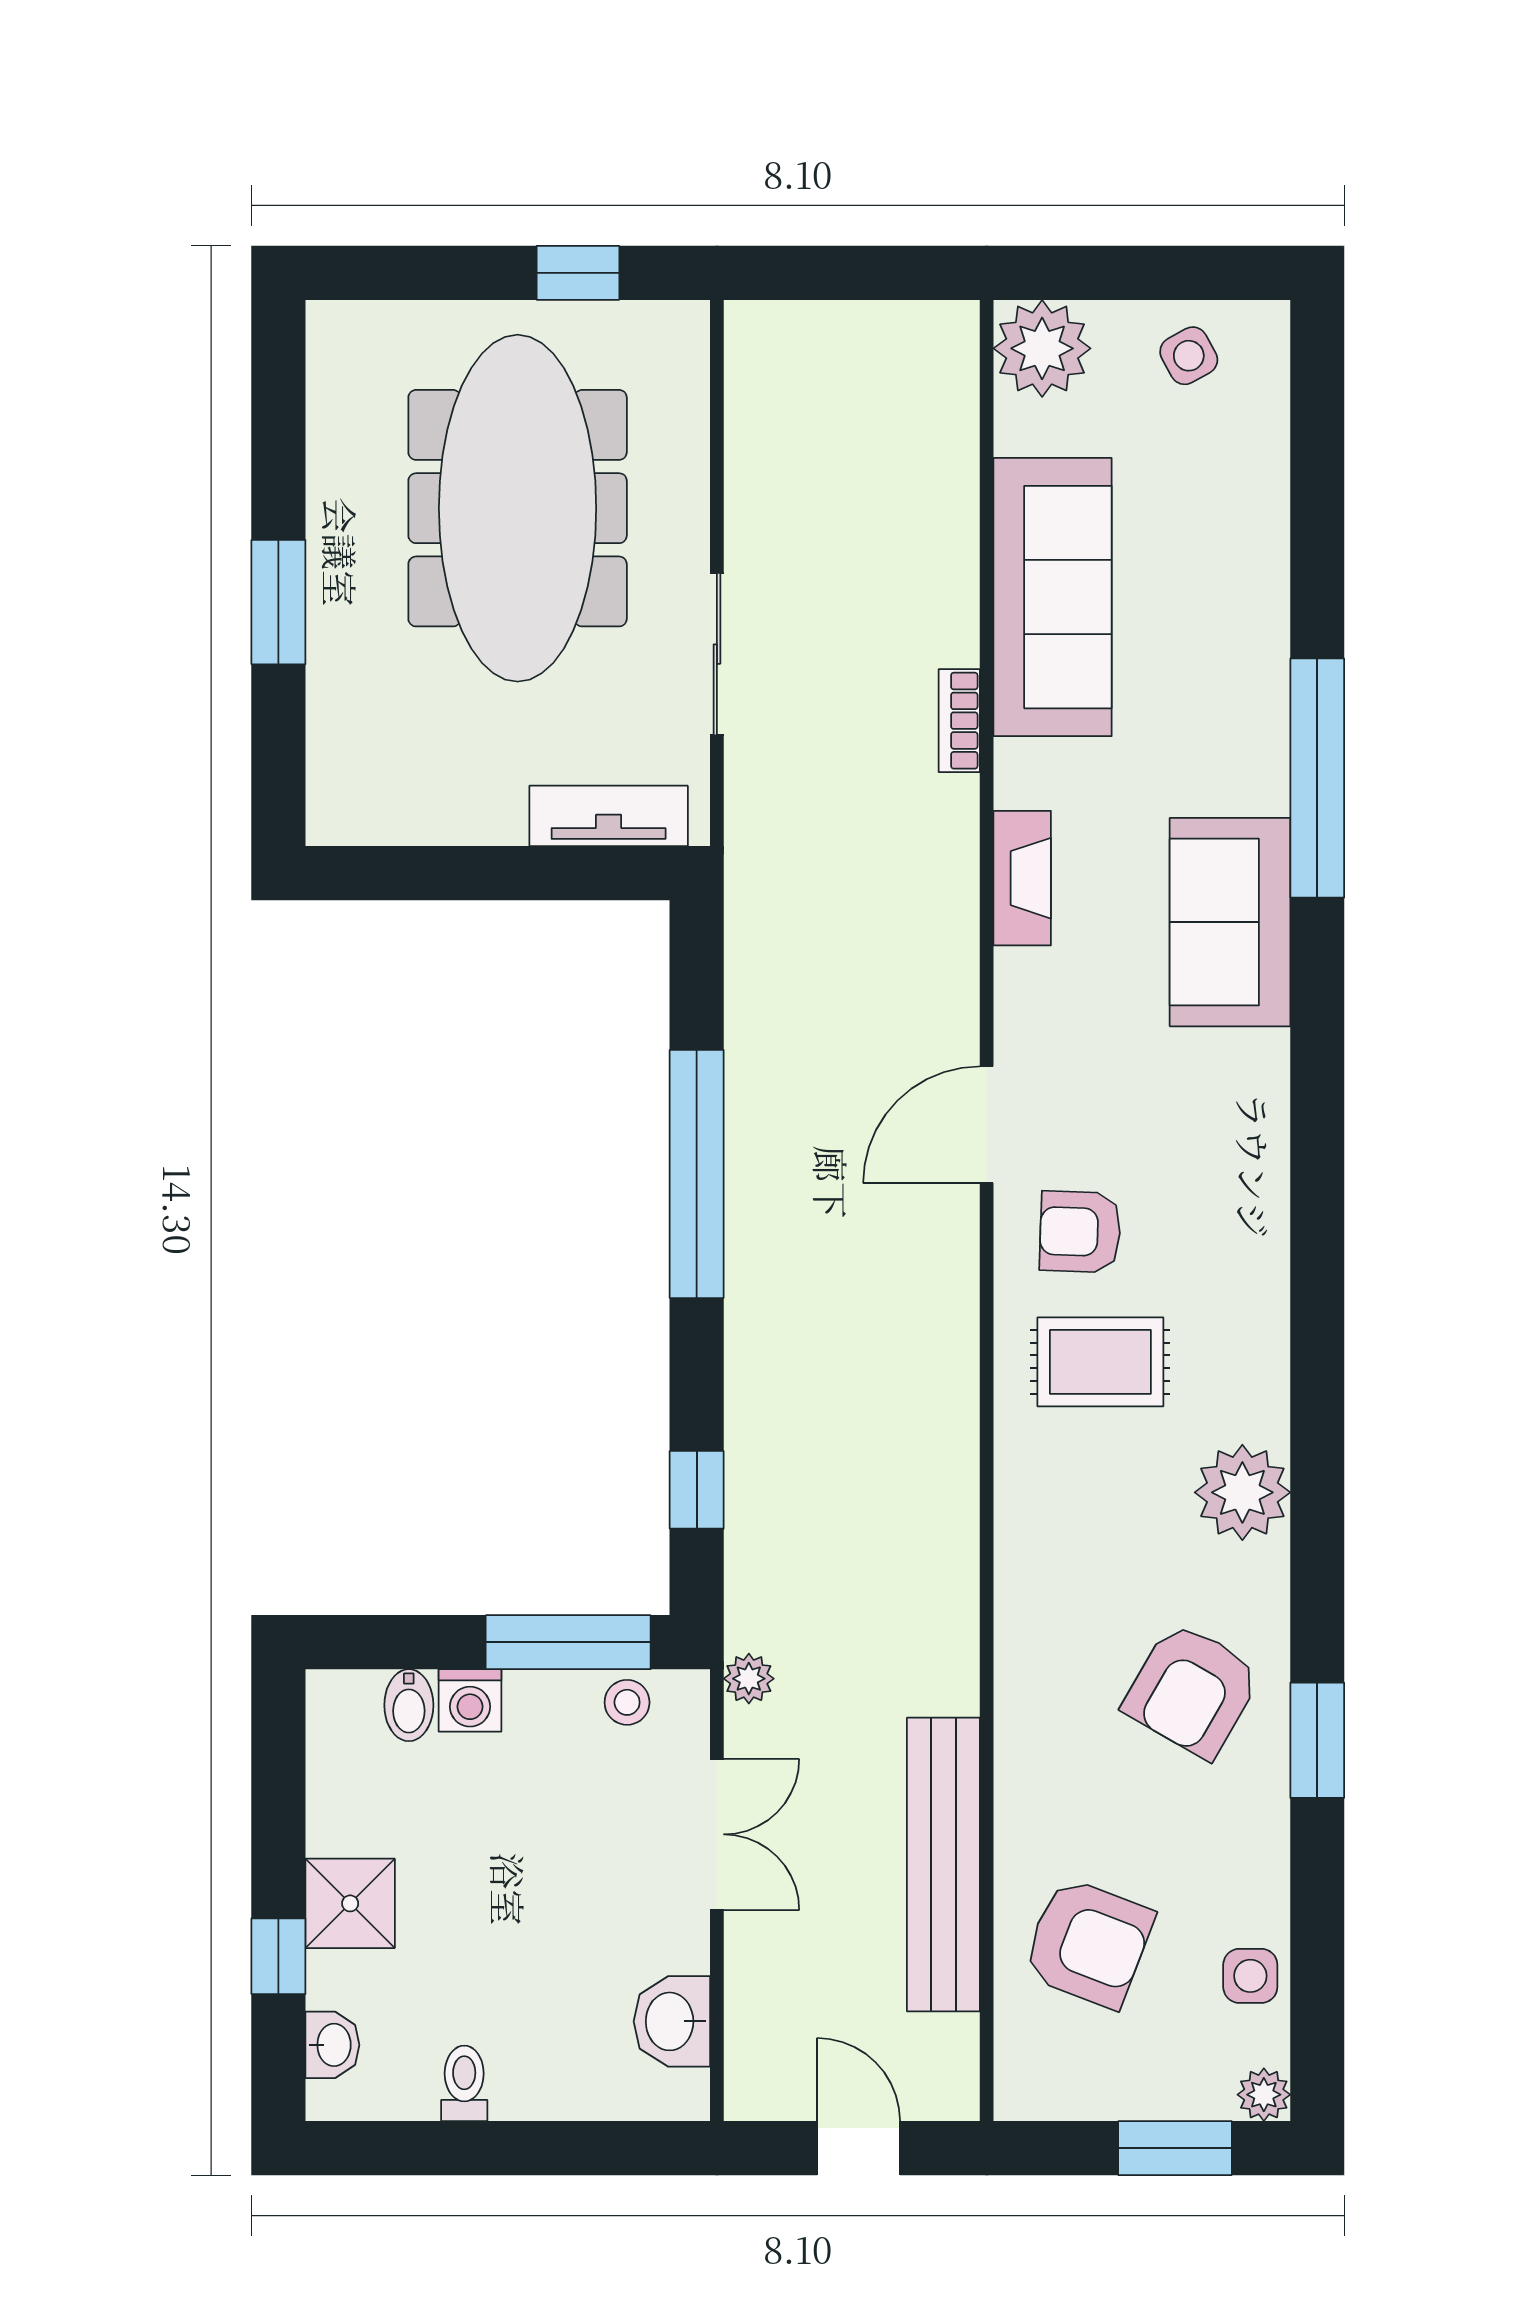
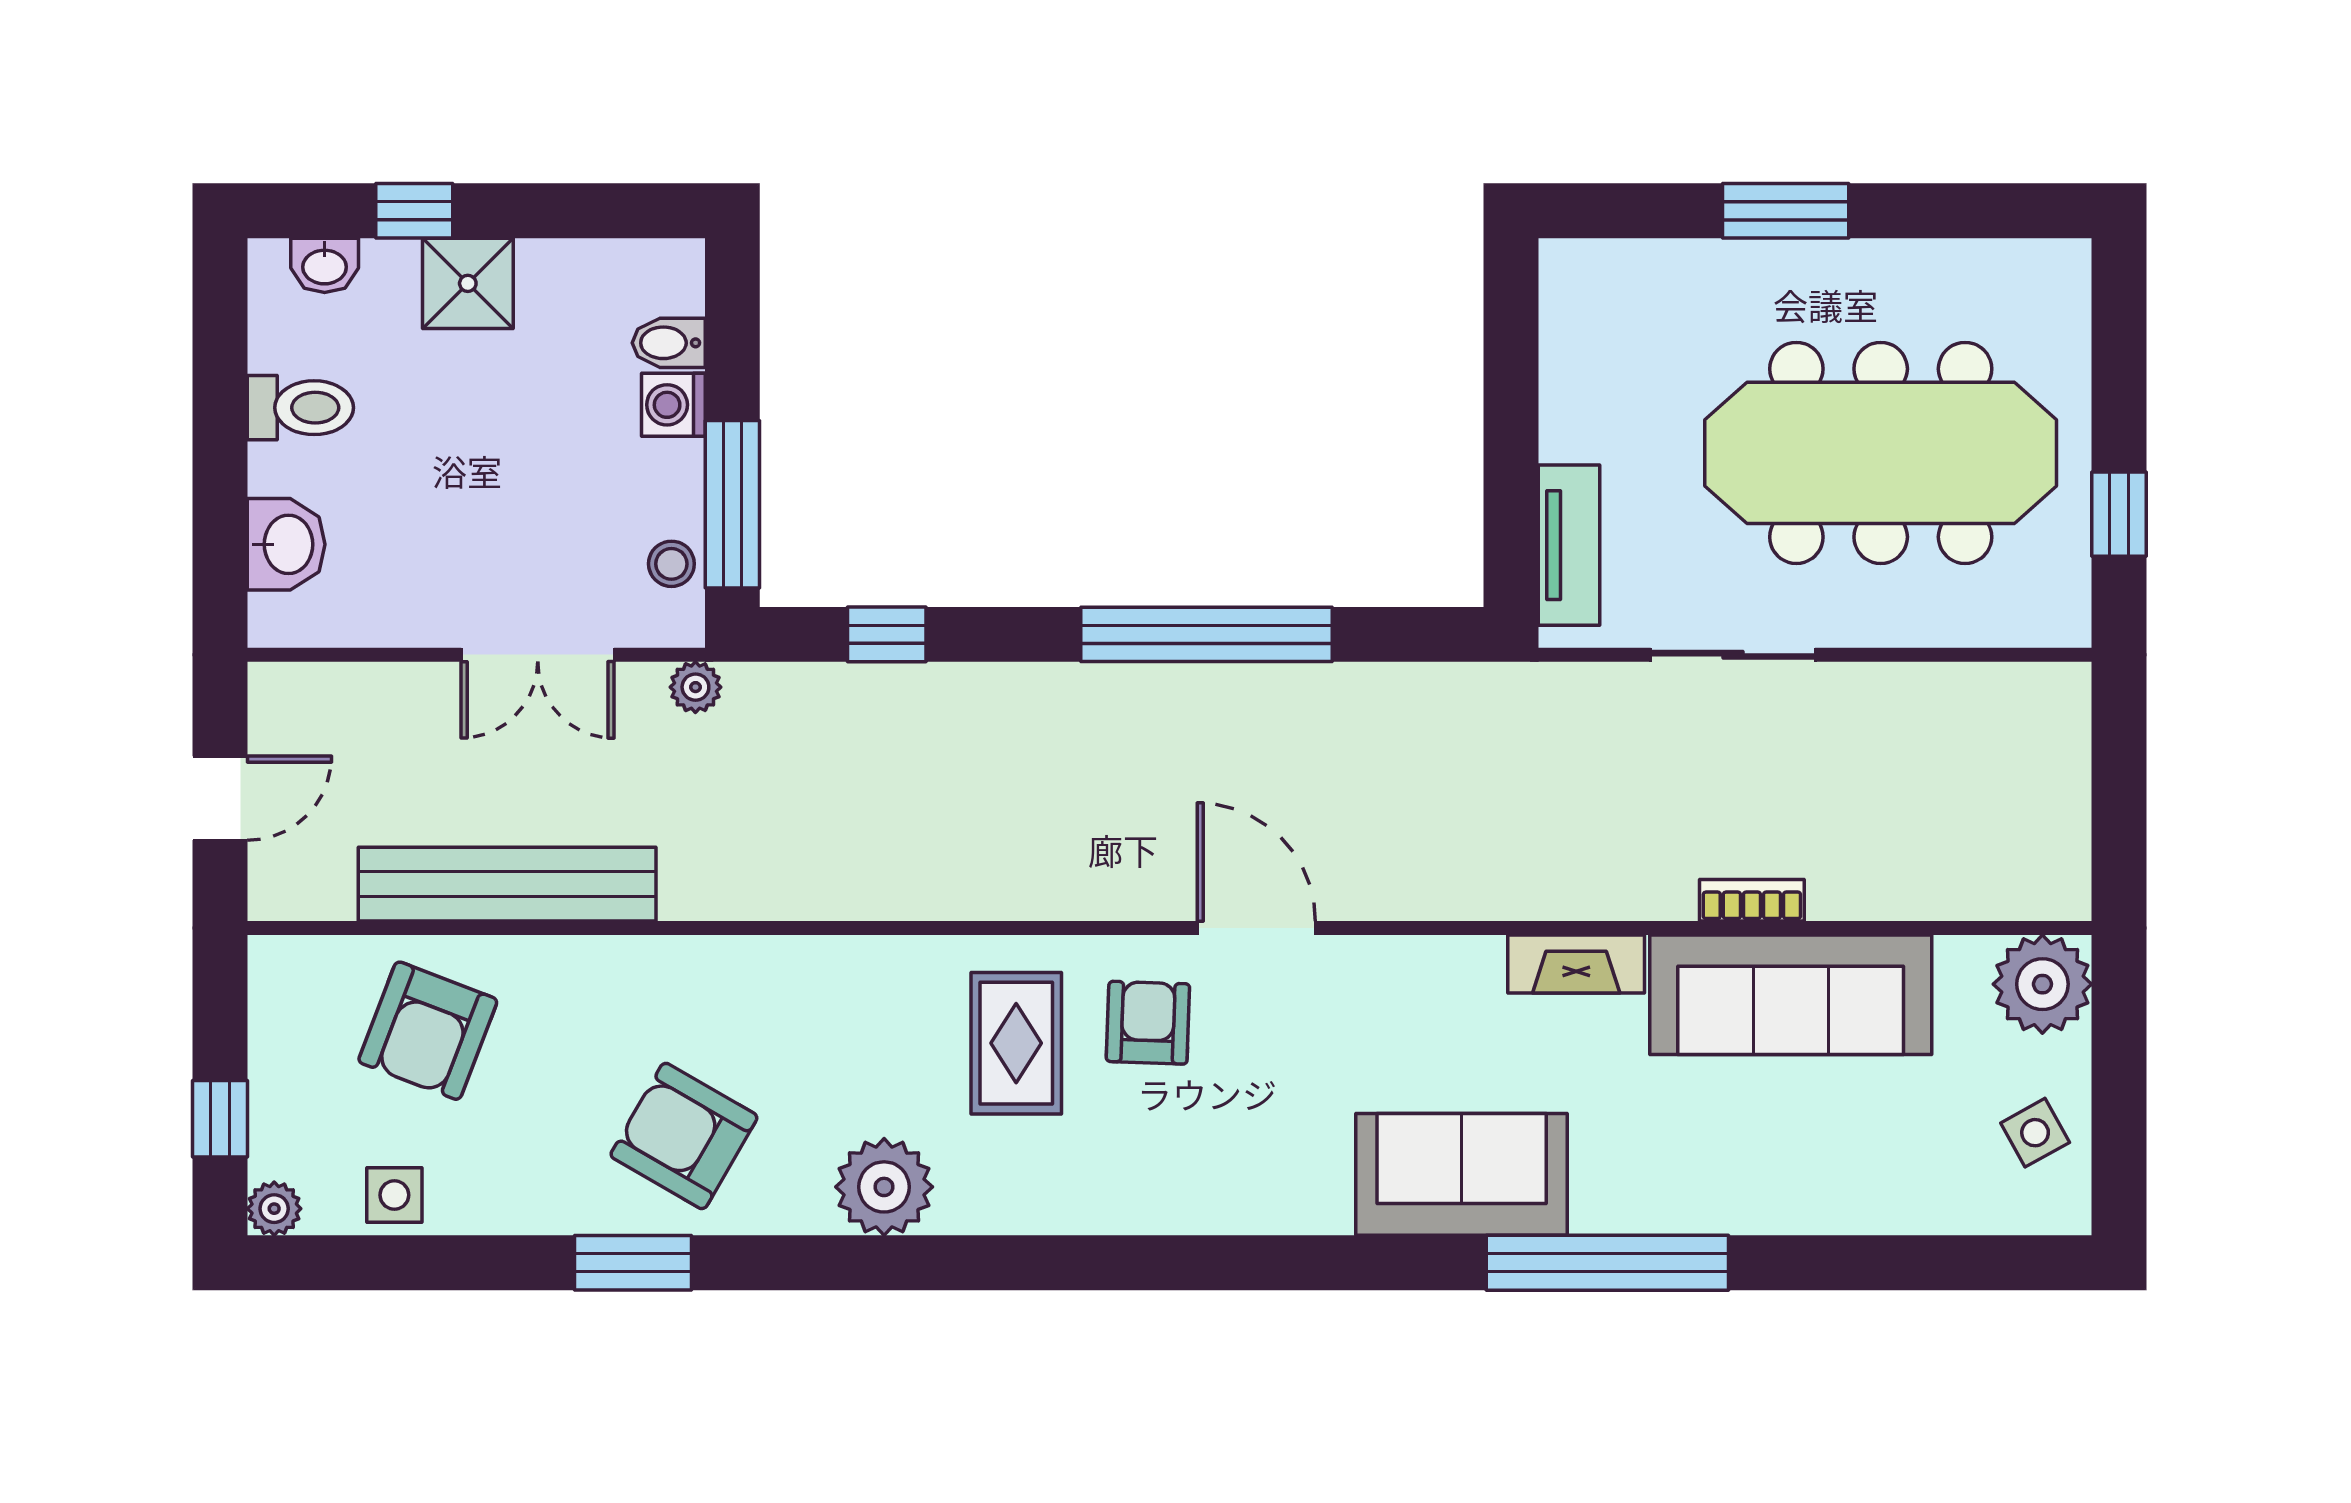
bookcase: (959, 721) -> (1752, 900), moved
fireplace: (1022, 878) -> (1576, 964), moved
washbasin: (672, 2021) -> (286, 544), moved, turned 90
toilet: (464, 2083) -> (300, 408), width x1.37, depth x1.39
window: (1175, 2148) -> (220, 1119), width x0.67

